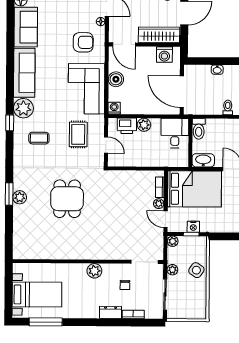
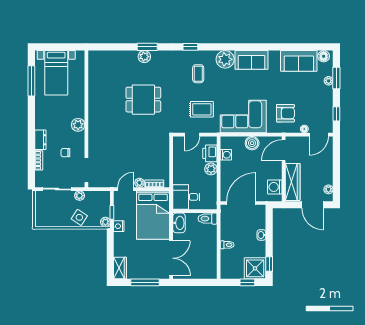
armchair: (83, 42) -> (285, 113), turned -90
sofa: (24, 73) -> (251, 60), width x0.73
washing machine: (114, 108) -> (226, 155), moved
window: (10, 123) -> (190, 47), moved
desk: (175, 133) -> (186, 197), moved, turned 180
nightstand: (193, 227) -> (119, 226), moved
plant: (173, 241) -> (105, 222), moved

